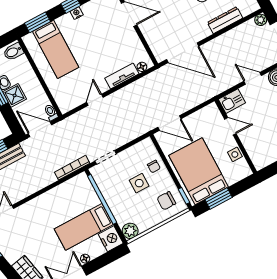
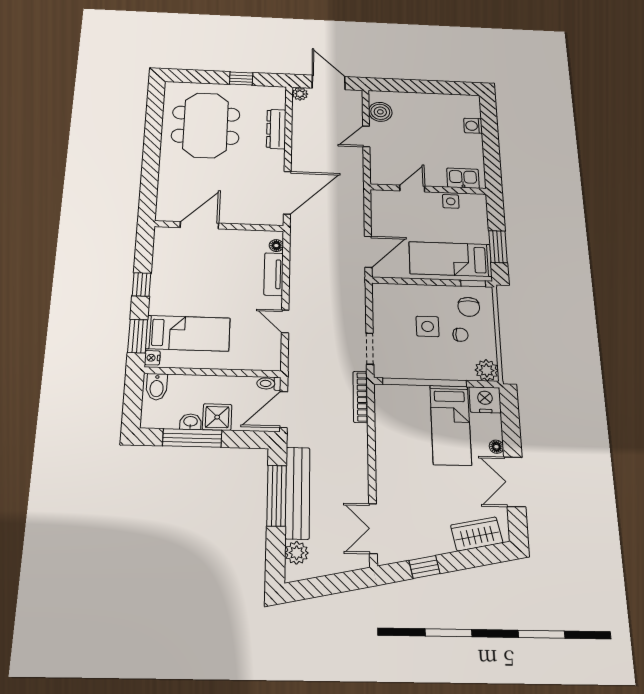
nightstand: (77, 13) -> (152, 358), moved
kitchen sink: (232, 101) -> (463, 178), moved, turned -90
chair: (154, 166) -> (460, 335), moved
bed: (199, 171) -> (450, 259), width x0.67

